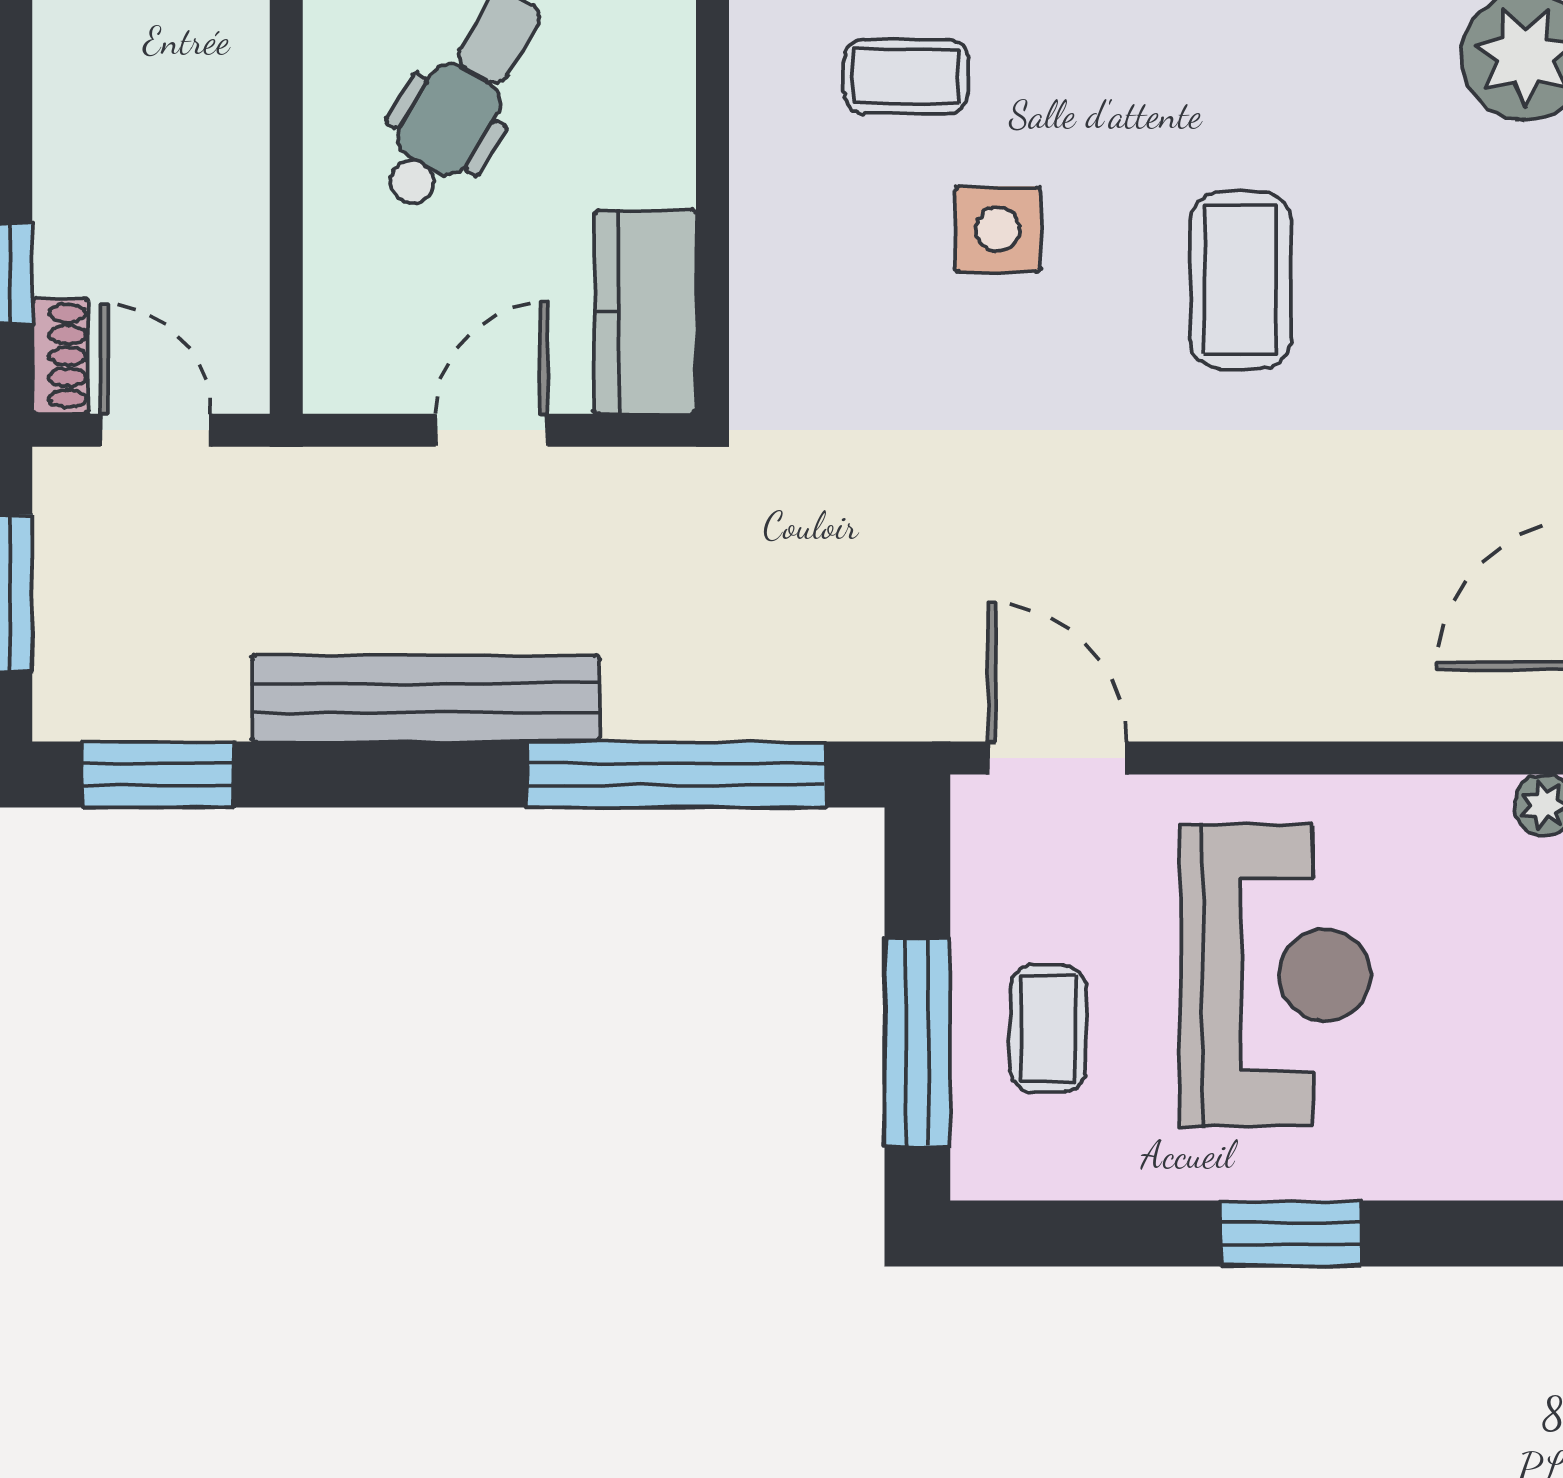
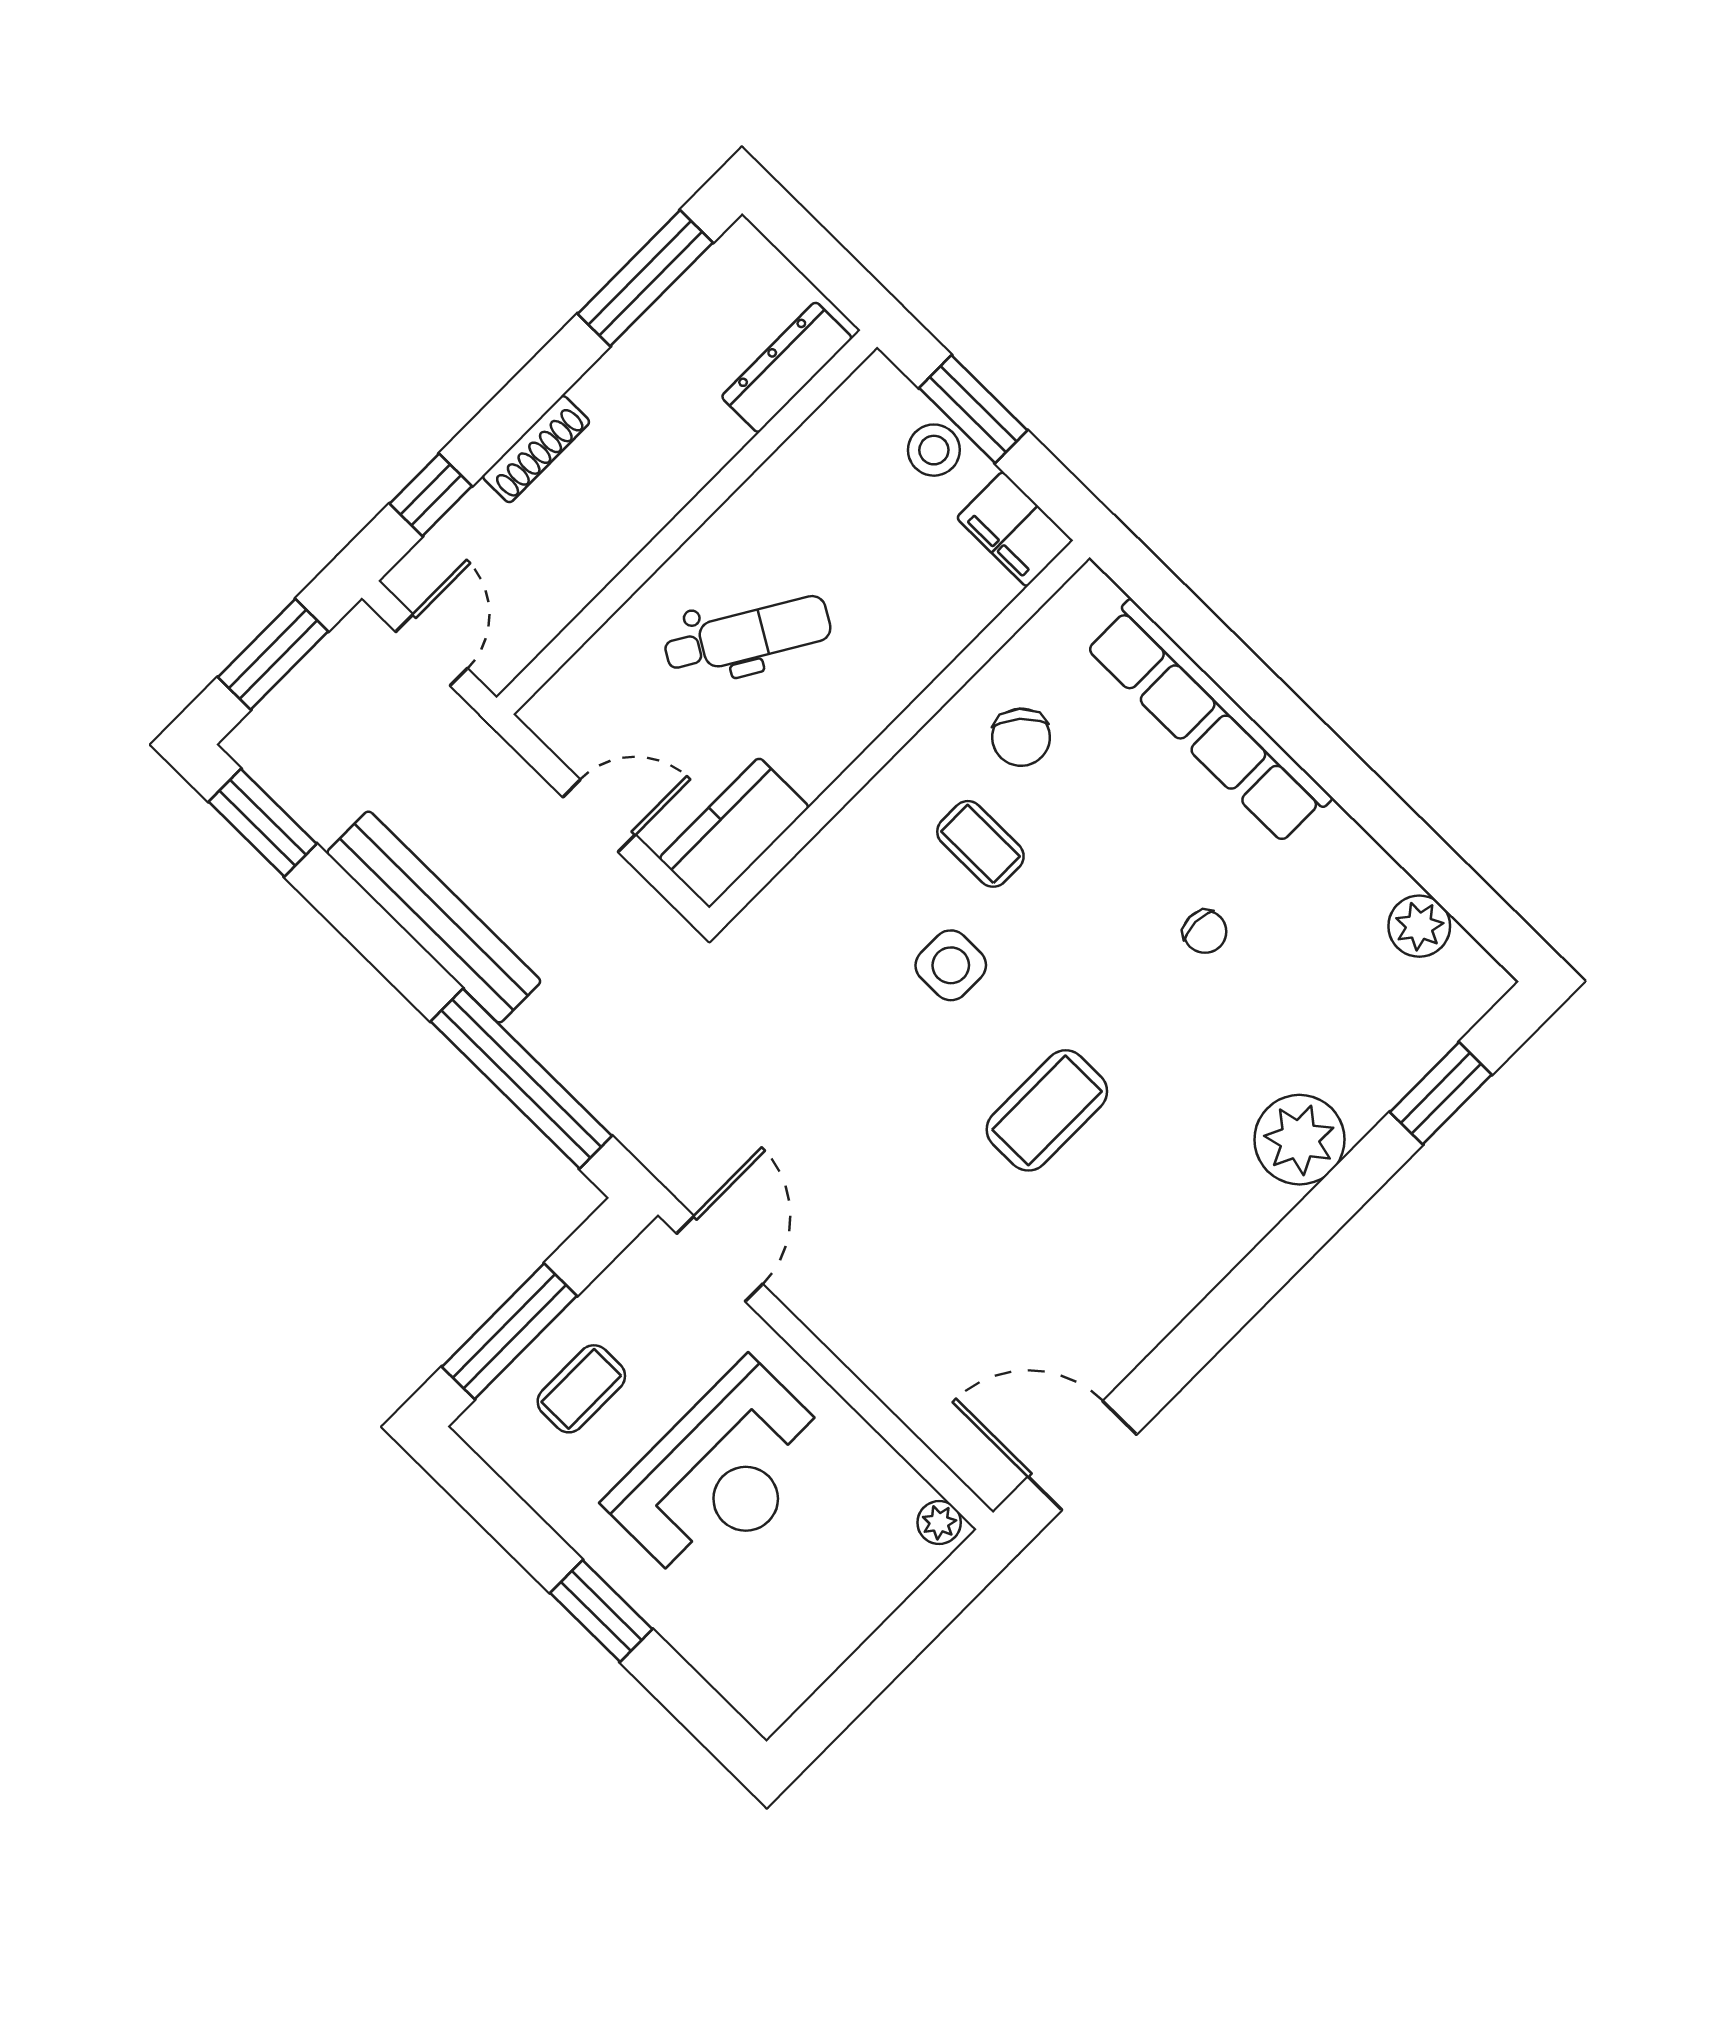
shoe rack: (60, 356) -> (536, 449), moved, width x1.43

